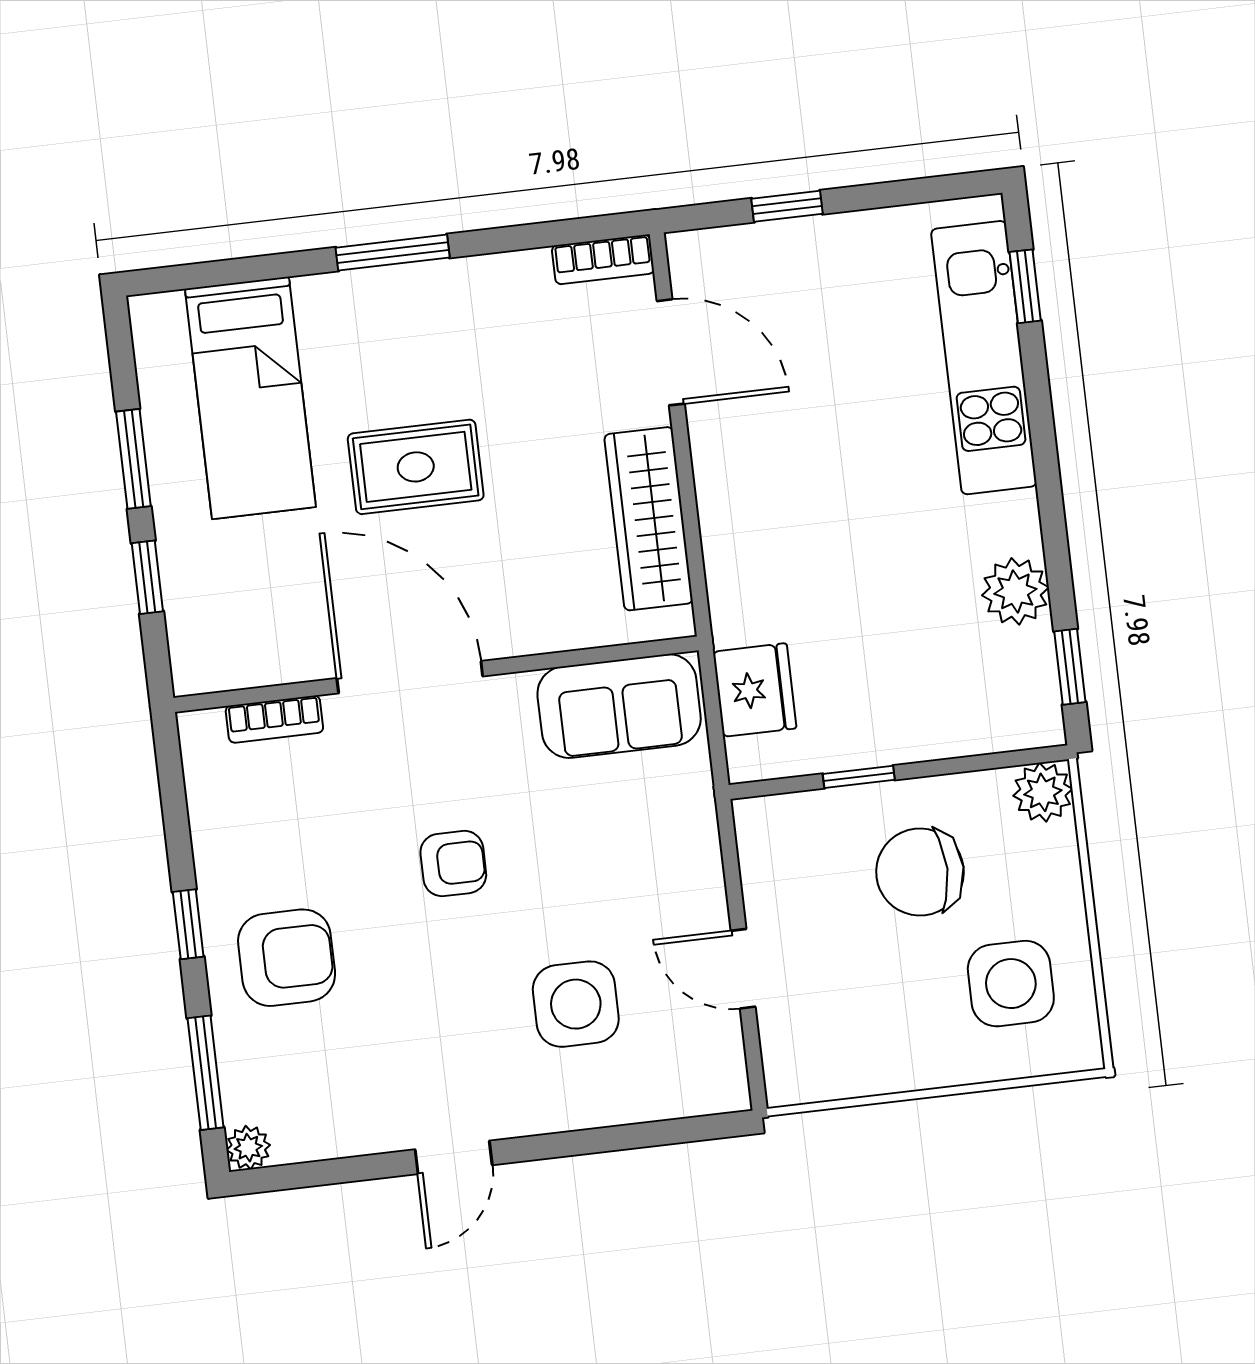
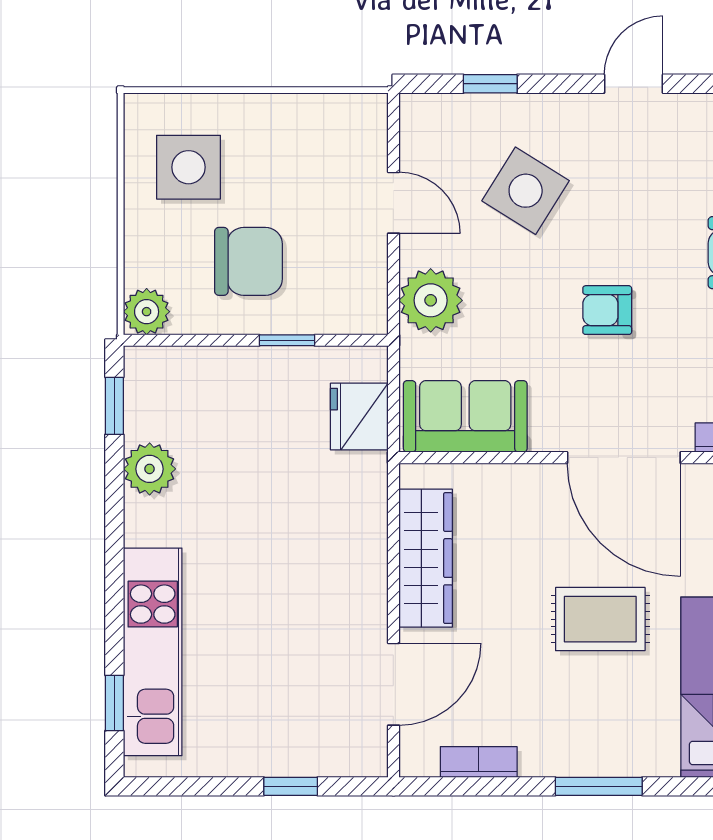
bookcase: (603, 259) -> (479, 762), moved
door: (671, 352) -> (393, 684), swing flipped
plant: (681, 850) -> (431, 300), added
side table: (576, 1004) -> (526, 191), turned 32
window: (637, 1136) -> (490, 84), added

